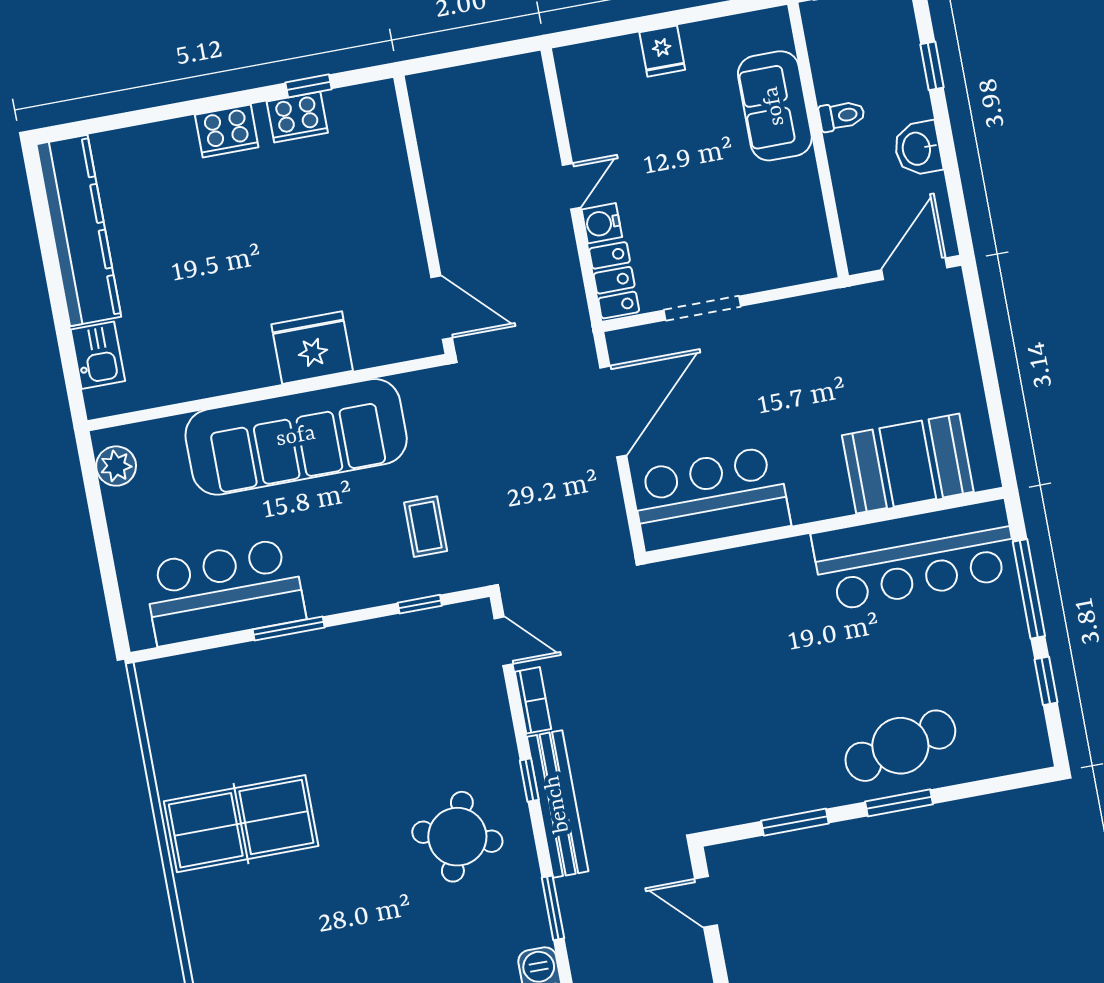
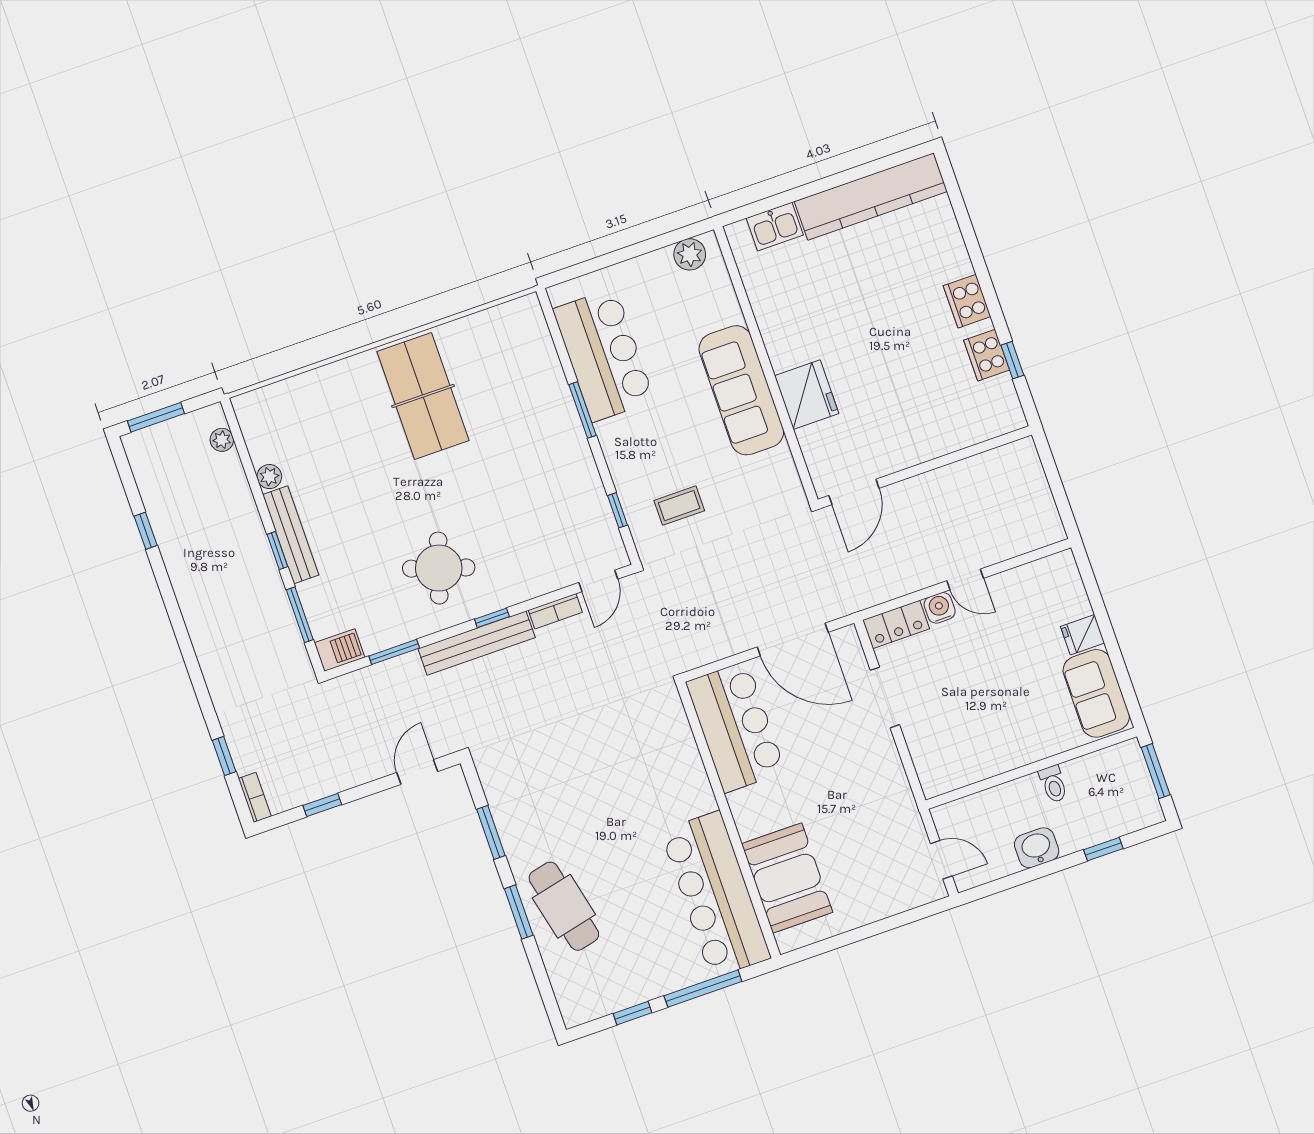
sofa: (775, 106) -> (1096, 693), moved, turned -90
door: (914, 269) -> (941, 860), width x0.73
sofa: (296, 437) -> (741, 390), width x0.74, depth x0.79

